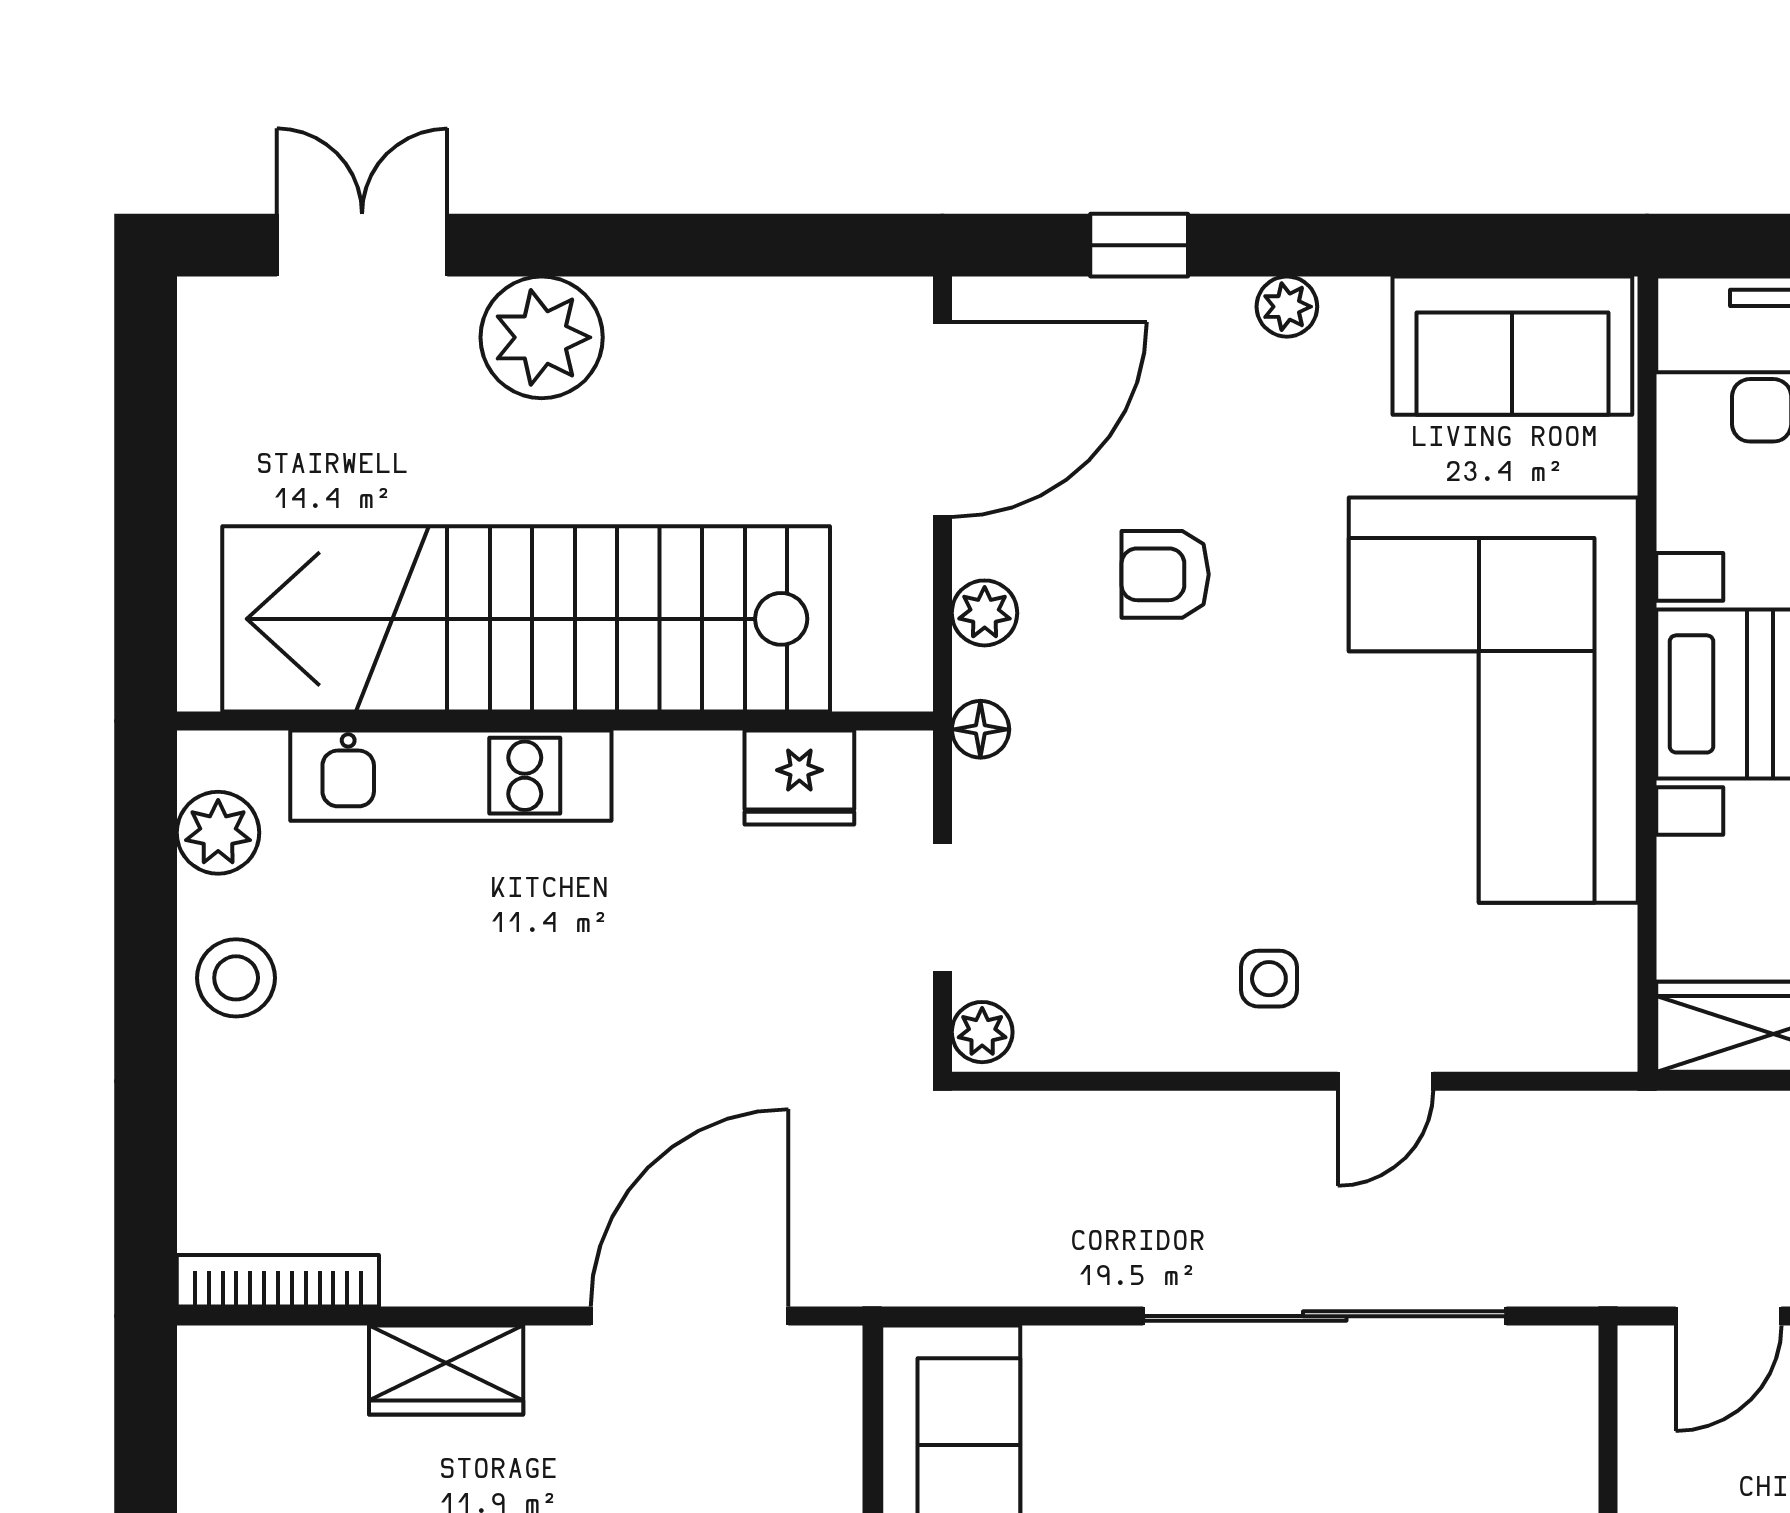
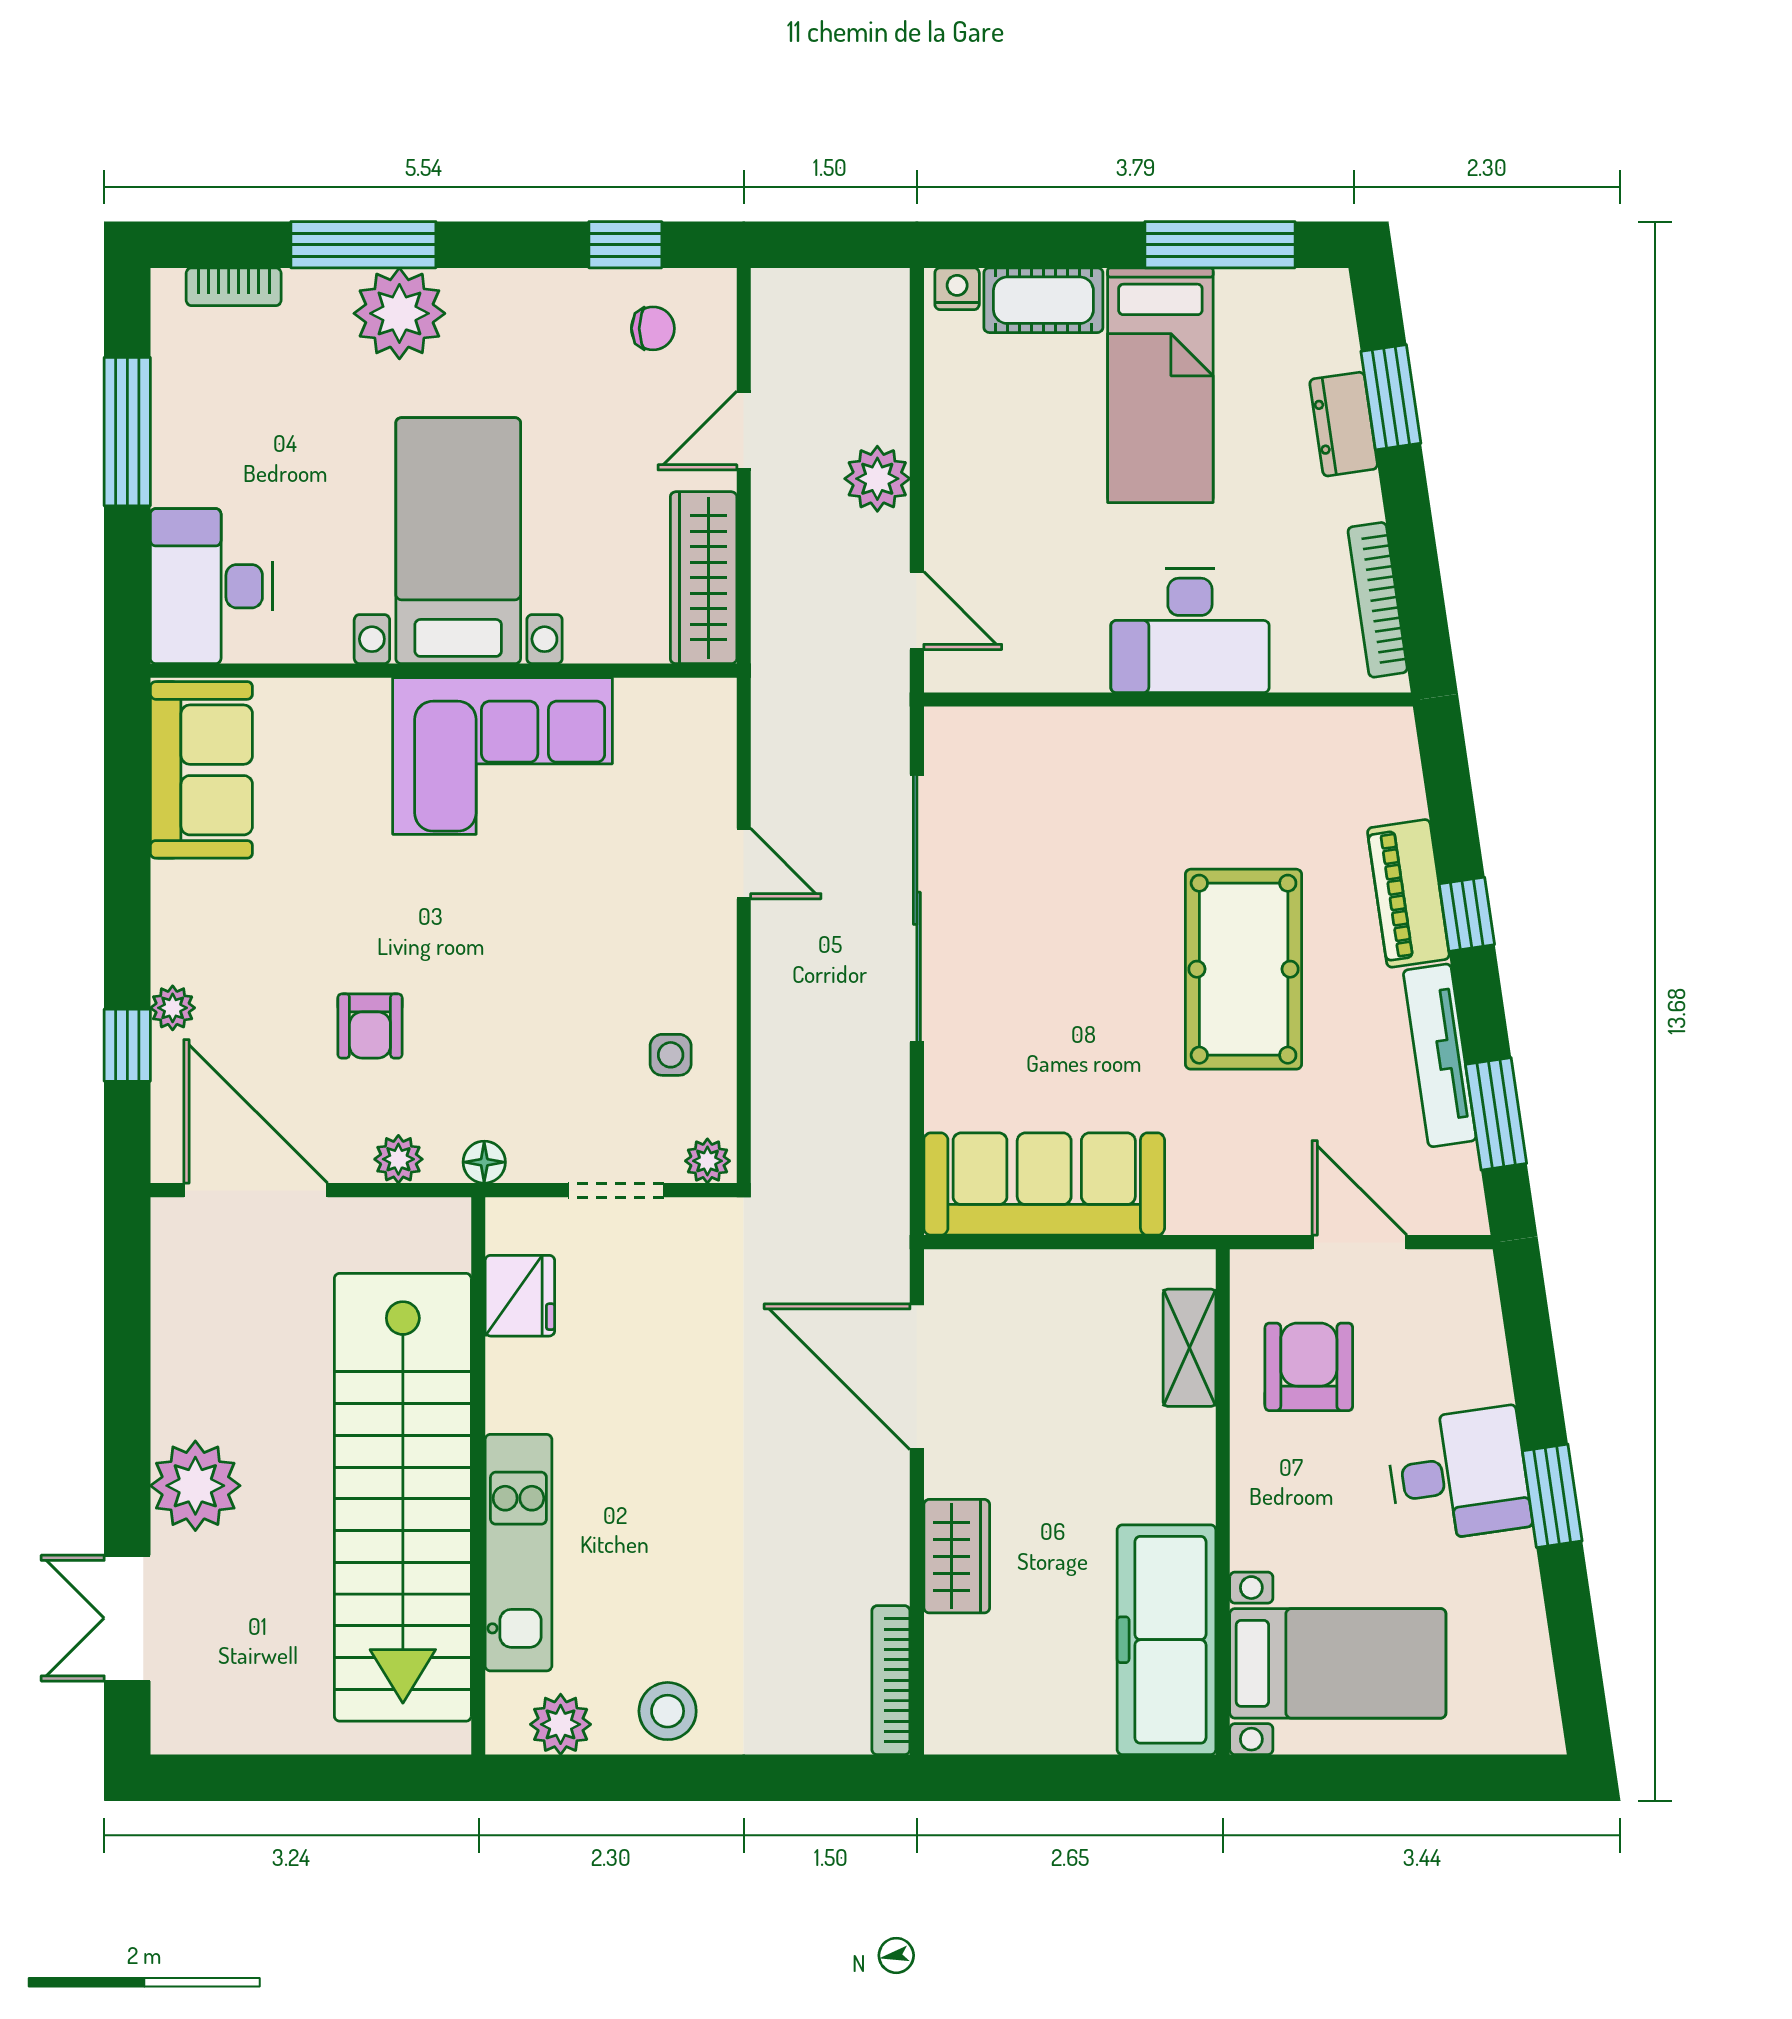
plant: (1287, 307) -> (173, 1008), moved
corner sofa: (1493, 700) -> (502, 756), width x0.73, depth x0.74
side table: (1269, 979) -> (671, 1055), moved

